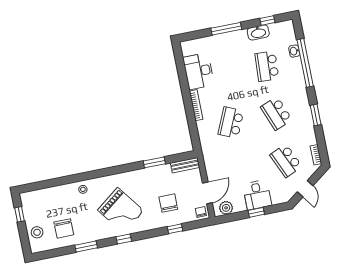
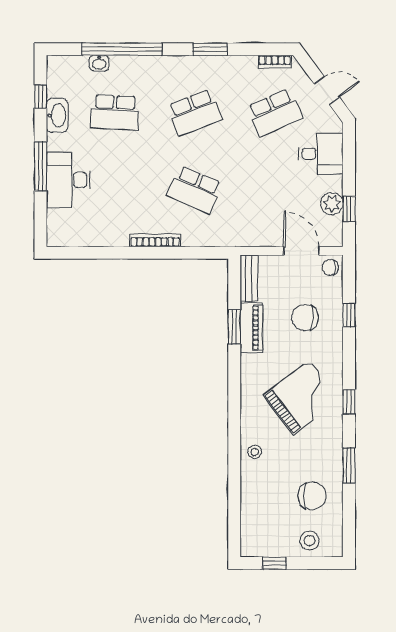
desk: (199, 71) -> (68, 180), moved, turned 90
piano: (156, 173) -> (251, 328), added
desk: (257, 195) -> (321, 154), moved
plant: (226, 208) -> (332, 204), moved
window: (256, 212) -> (349, 209), moved

